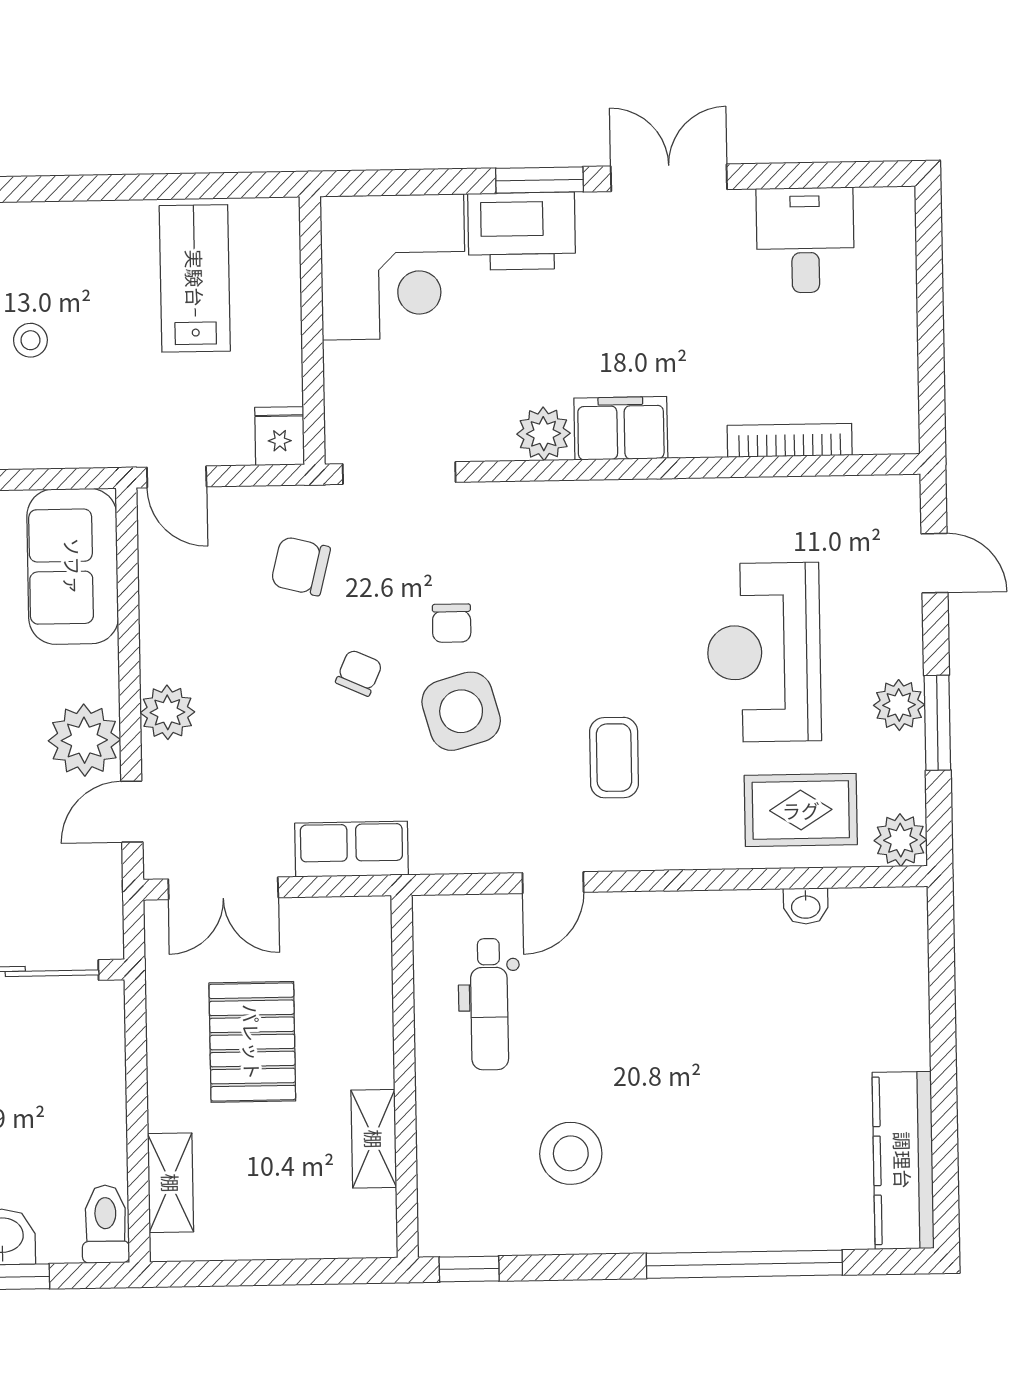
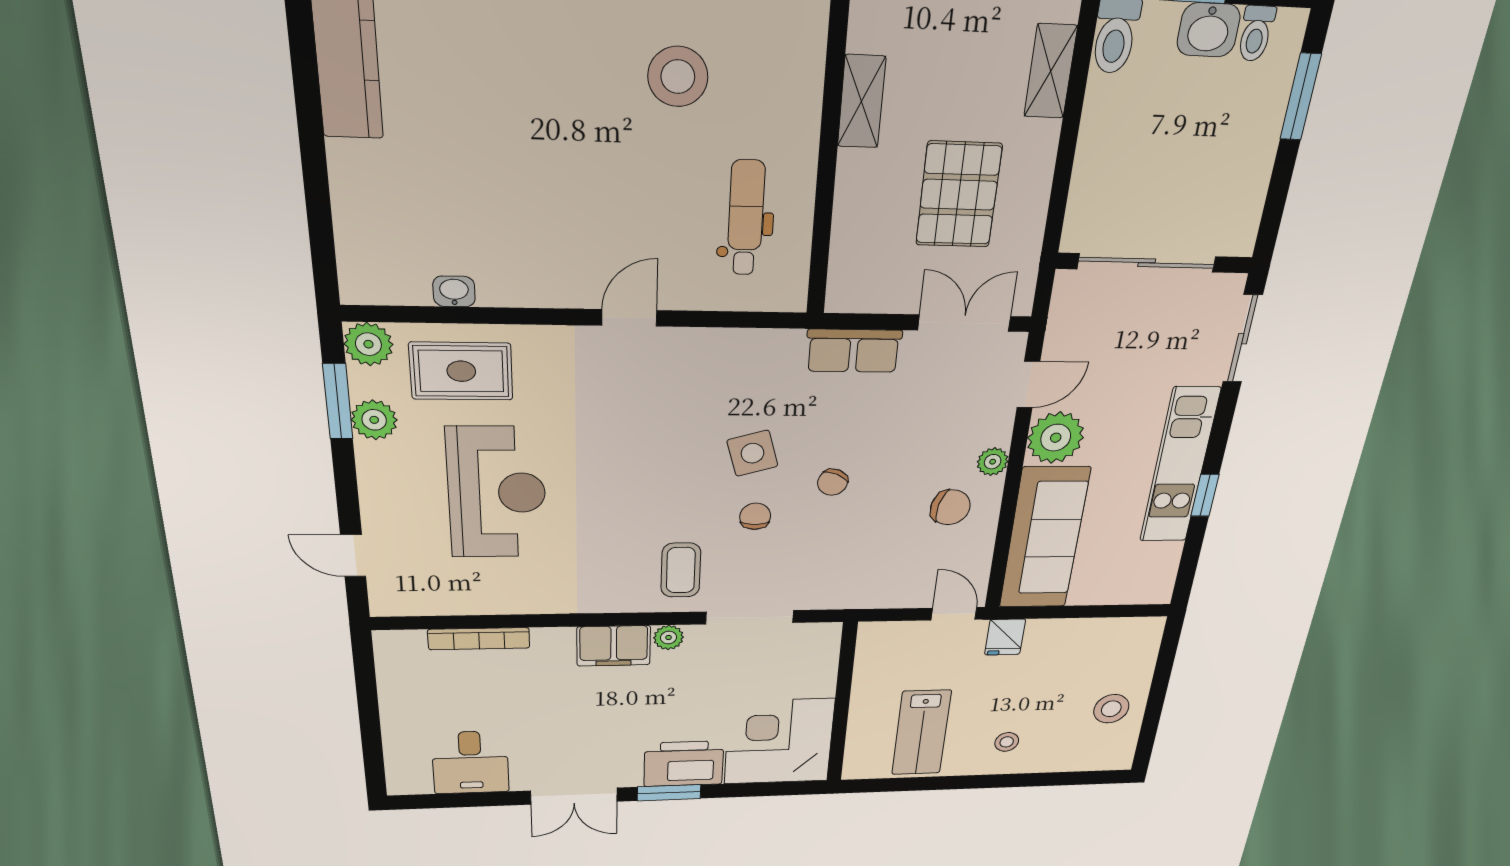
stool: (30, 340) -> (1007, 742), moved
plant: (544, 434) -> (669, 638), width x0.73, depth x0.73
fridge: (280, 436) -> (1005, 637), moved
doorway: (399, 473) -> (750, 617), moved
sofa: (73, 566) -> (1044, 538), width x1.36
chair: (301, 566) -> (950, 507), moved
plant: (899, 705) -> (374, 420), moved
side table: (461, 711) -> (752, 453), width x0.73, depth x0.73
plant: (167, 712) -> (993, 462), width x0.73, depth x0.73
window: (937, 723) -> (338, 401), moved
coffee table: (614, 758) -> (681, 570), moved
door: (553, 883) -> (629, 318), moved

